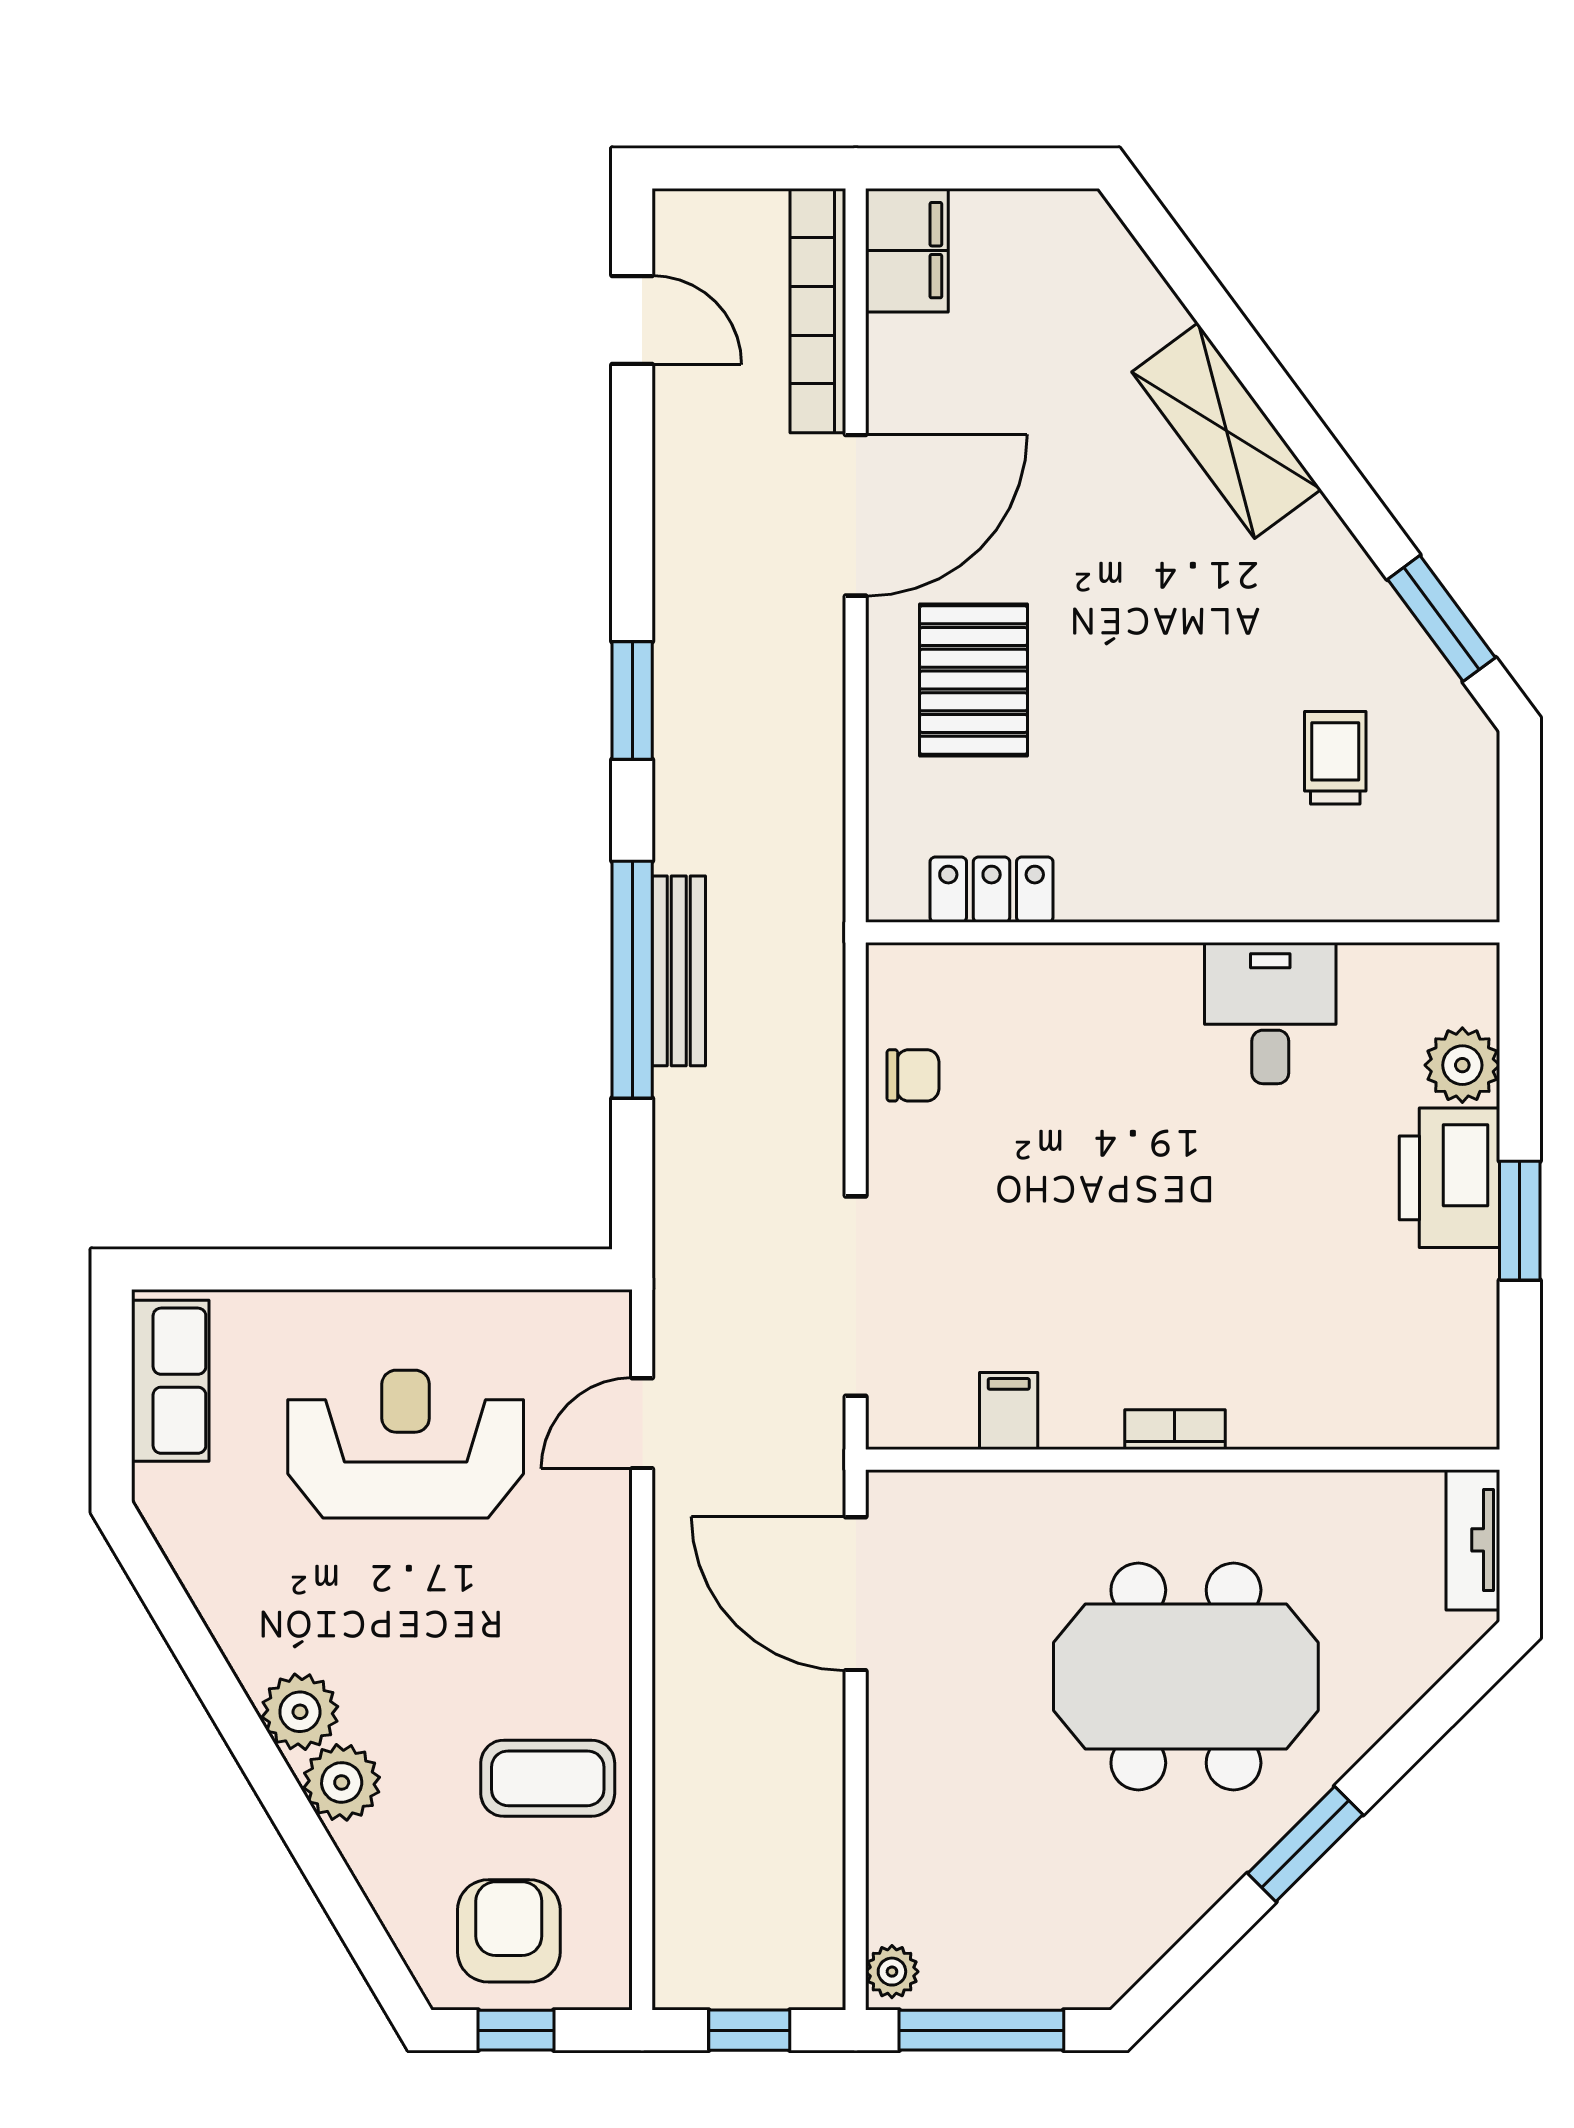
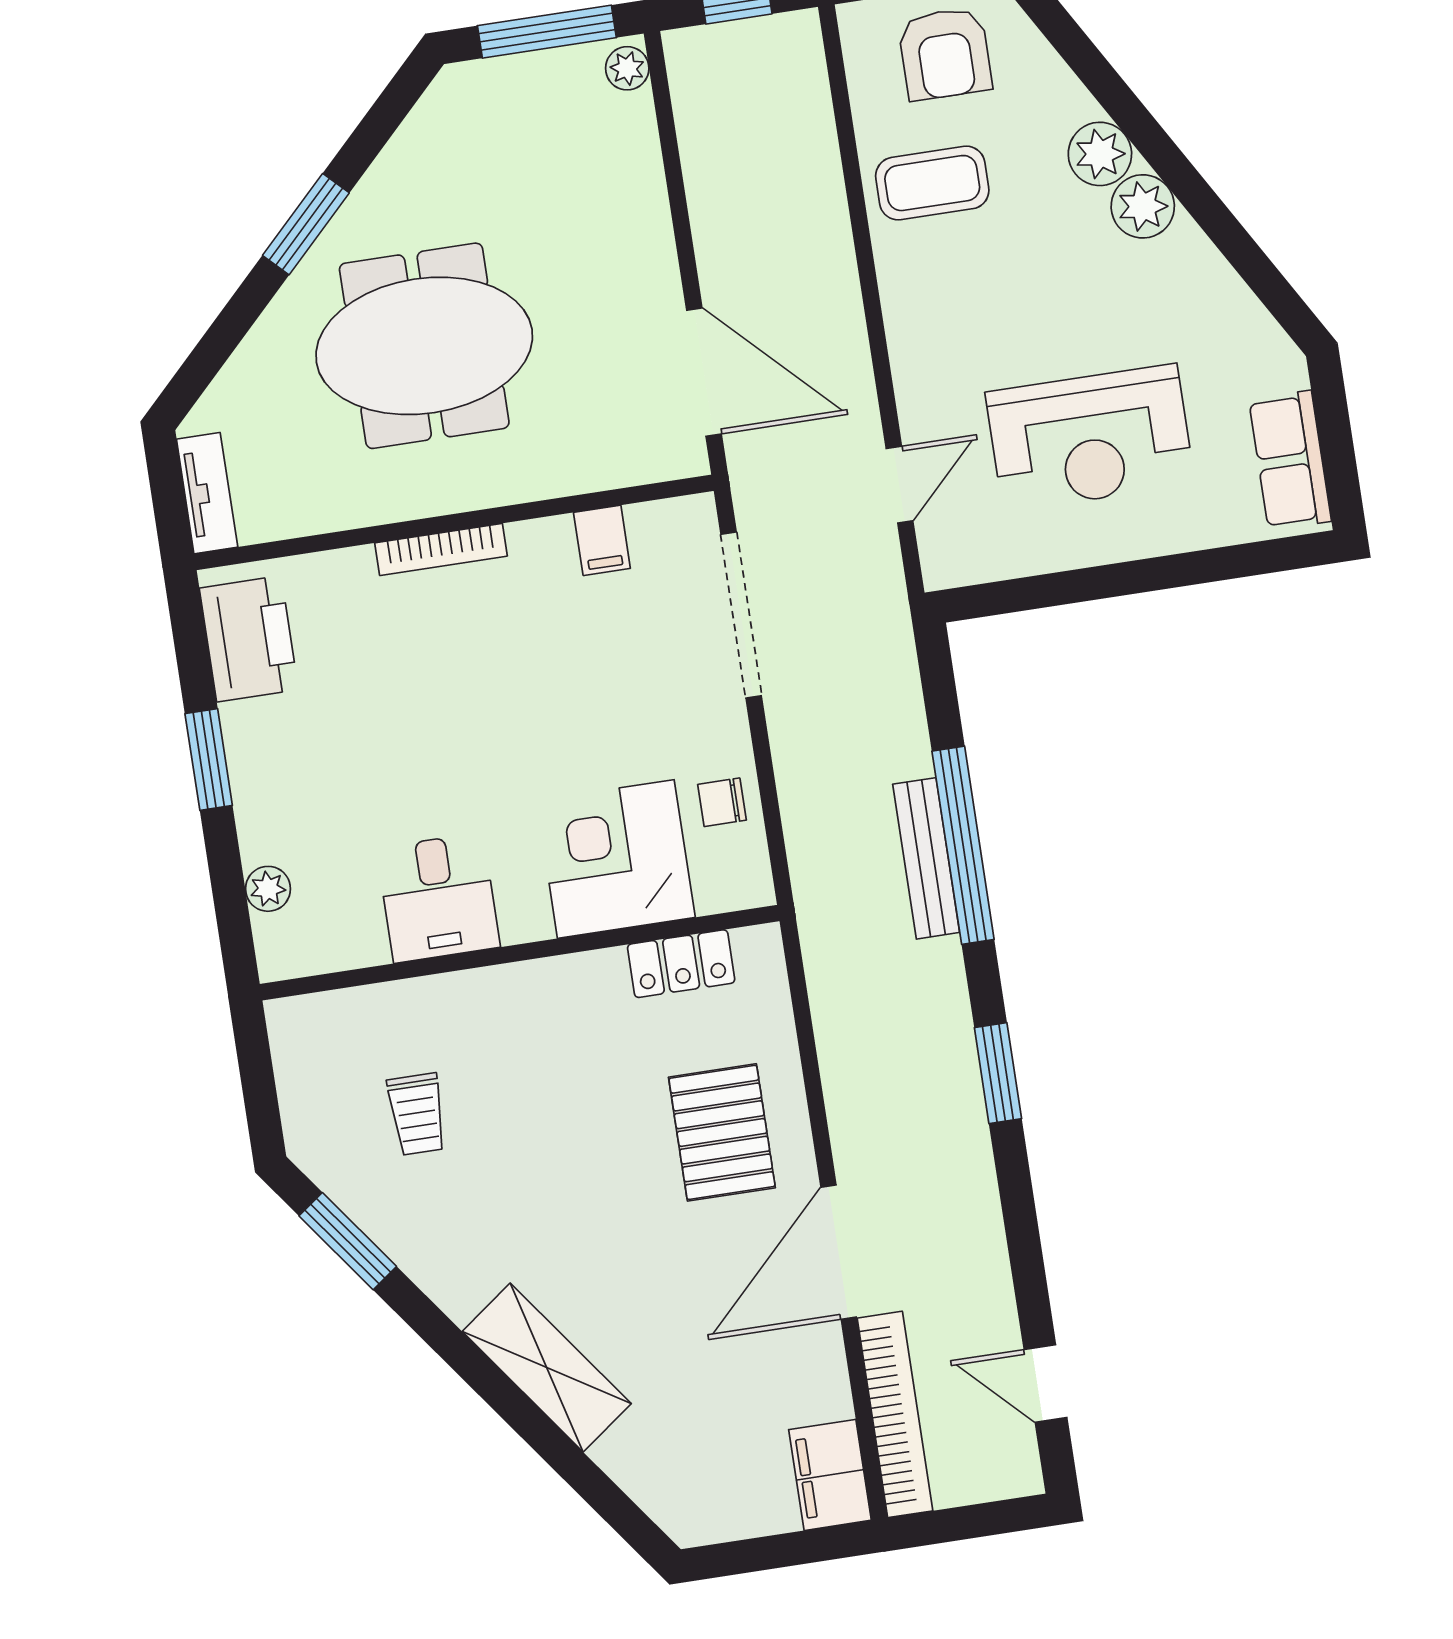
corner desk: (1051, 1027) -> (616, 859), added
plant: (1462, 1065) -> (268, 889), width x0.73, depth x0.73
printer: (1449, 1178) -> (249, 639), moved
bookcase: (1175, 1430) -> (441, 549), width x1.56

